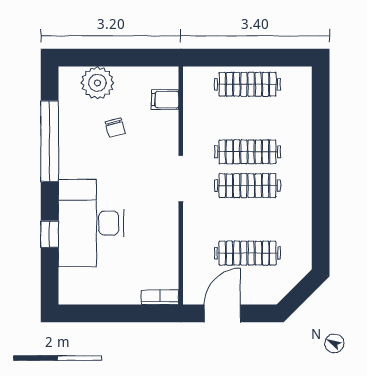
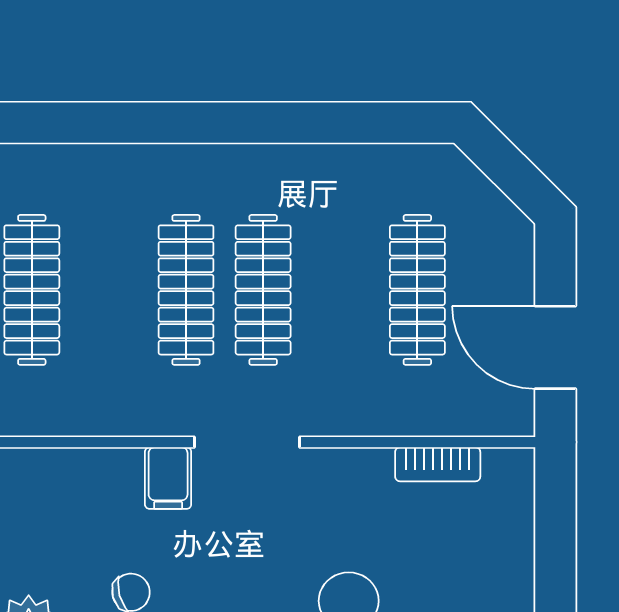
filing cabinet: (165, 100) -> (168, 478), moved
bookcase: (160, 297) -> (438, 464), moved, turned -90

